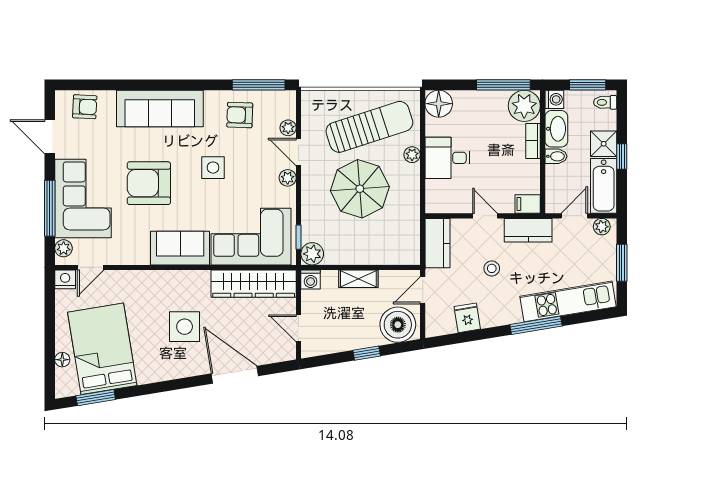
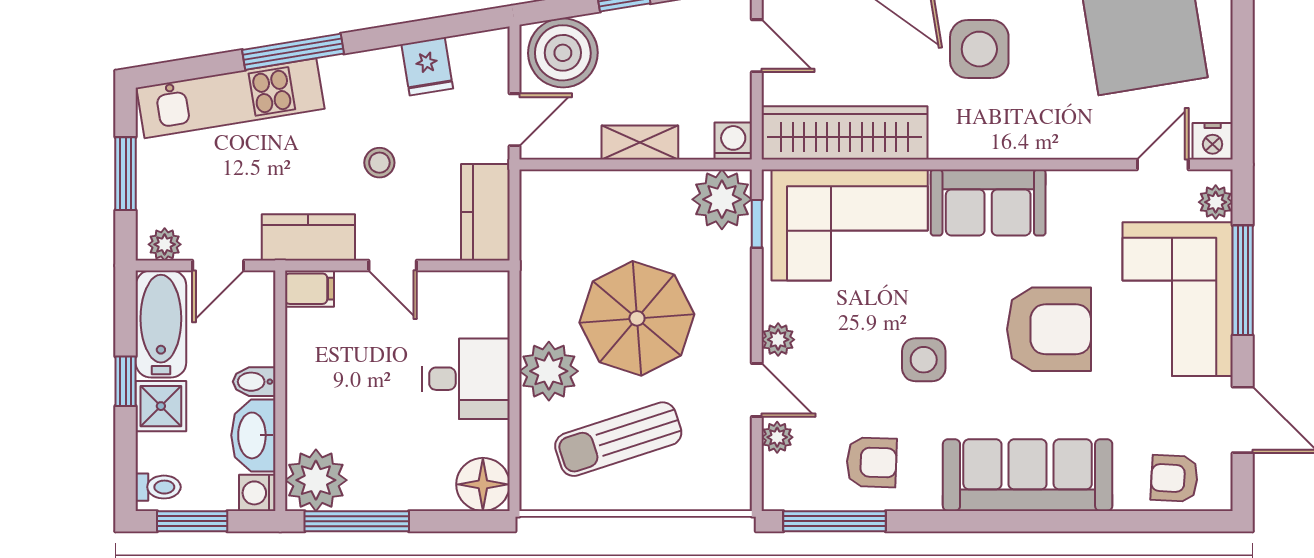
sun lounger: (369, 127) -> (618, 439), width x0.73, depth x0.75
bookcase: (533, 141) -> (299, 412), removed
plant: (412, 155) -> (549, 371), width x1.88, depth x1.88
plant: (312, 254) -> (722, 199), width x1.36, depth x1.36

